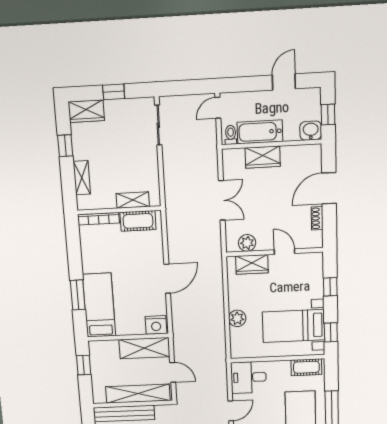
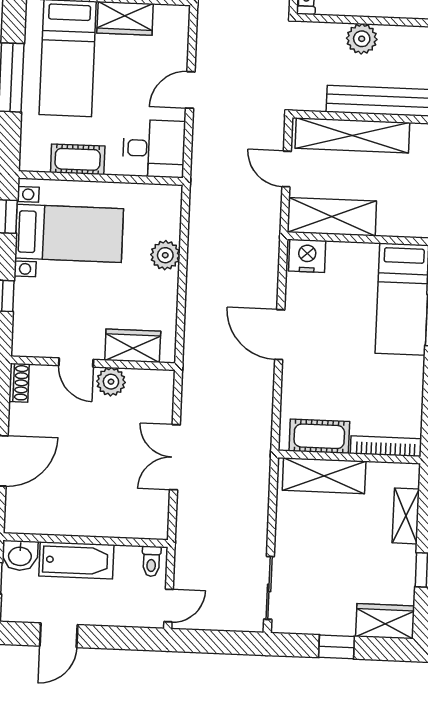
bathtub: (260, 132) -> (76, 560), moved
wardrobe: (263, 157) -> (101, 521), removed
shelving: (133, 200) -> (324, 476), width x1.50, depth x1.33
shoe rack: (317, 218) -> (19, 383), moved
plant: (247, 243) -> (111, 382), moved
door: (167, 279) -> (280, 335), hinge flipped
cot: (306, 367) -> (78, 159), moved

